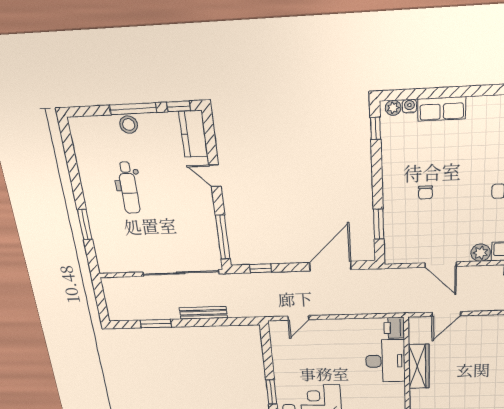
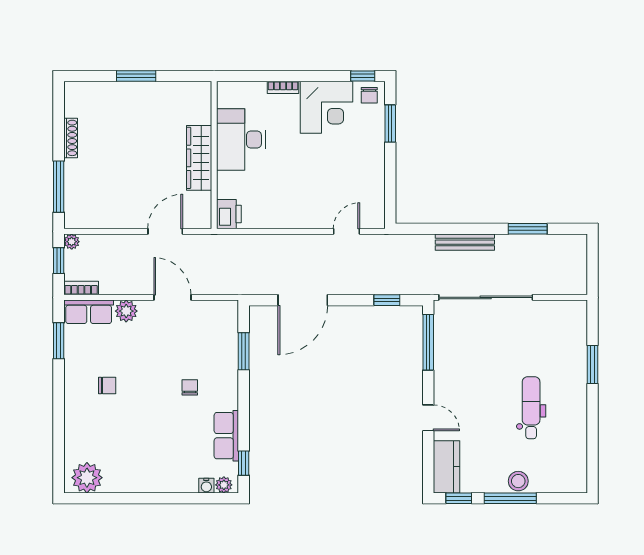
row of seats: (442, 109) -> (226, 436), moved, turned -90
desk: (385, 361) -> (241, 140), moved

